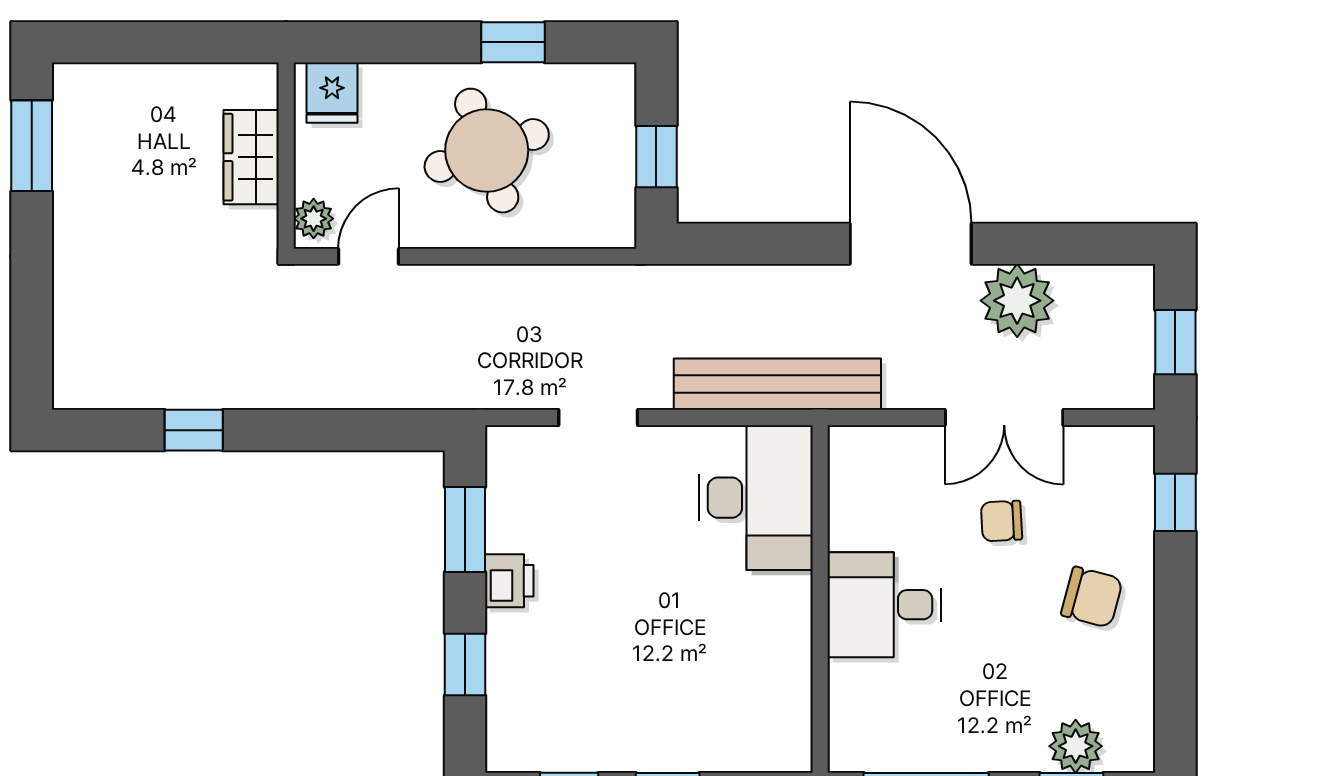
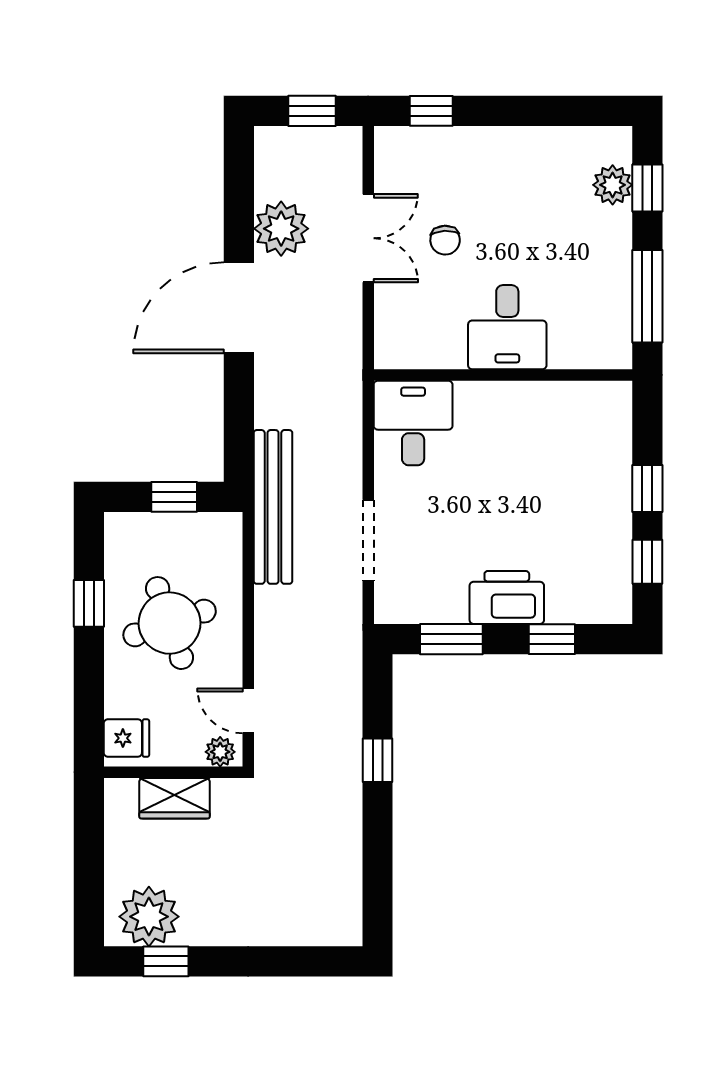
plant: (92, 123) -> (149, 917), added
window: (32, 146) -> (166, 961), width x0.67
bench: (777, 384) -> (273, 507), moved
doorway: (598, 418) -> (368, 540), width x1.38
window: (194, 430) -> (378, 760), moved
desk: (756, 498) -> (413, 423), width x0.73
printer: (509, 581) -> (507, 598), width x1.87, depth x1.48
chair: (1092, 597) -> (502, 173), removed

